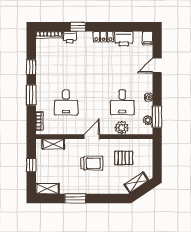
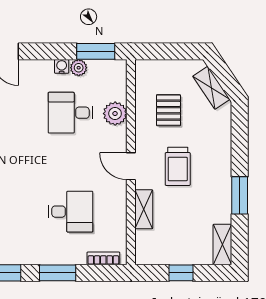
desk: (122, 102) -> (70, 113), turned 180
plant: (148, 120) -> (79, 68), moved
shelving: (53, 144) -> (144, 209), moved
trolley: (92, 163) -> (178, 166), turned 180

